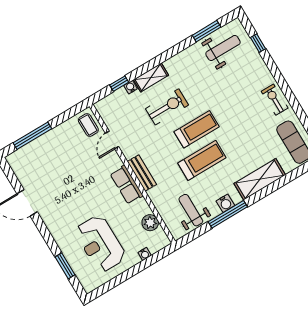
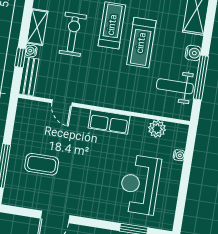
coffee table: (88, 125) -> (42, 164), moved, width x1.36, depth x1.30
treadmill: (202, 160) -> (141, 43), turned 180
bench: (142, 173) -> (29, 76), moved, turned 90
window: (228, 214) -> (201, 78), moved
reception desk: (100, 244) -> (140, 185), turned 90

